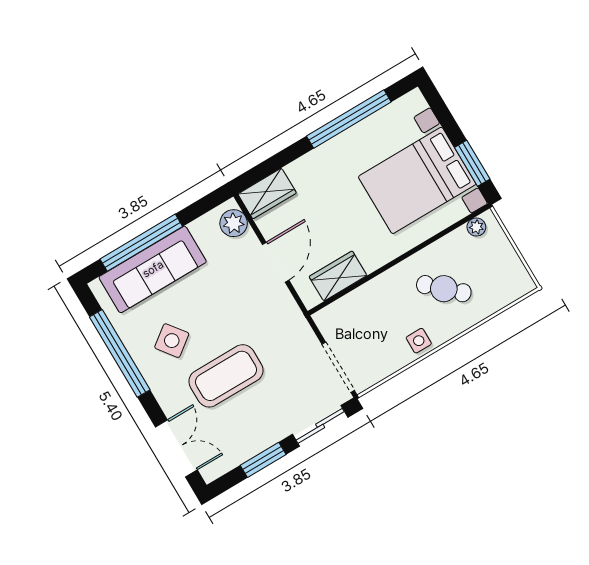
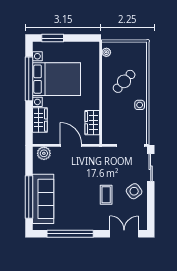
window: (472, 163) -> (53, 38), moved
bed with nightstands: (417, 180) -> (56, 79), moved, turned -90
wardrobe: (267, 193) -> (40, 120), moved
side table: (172, 341) -> (134, 191), moved
coffee table: (226, 376) -> (106, 195), width x0.54, depth x0.58
window: (263, 460) -> (151, 200), removed

